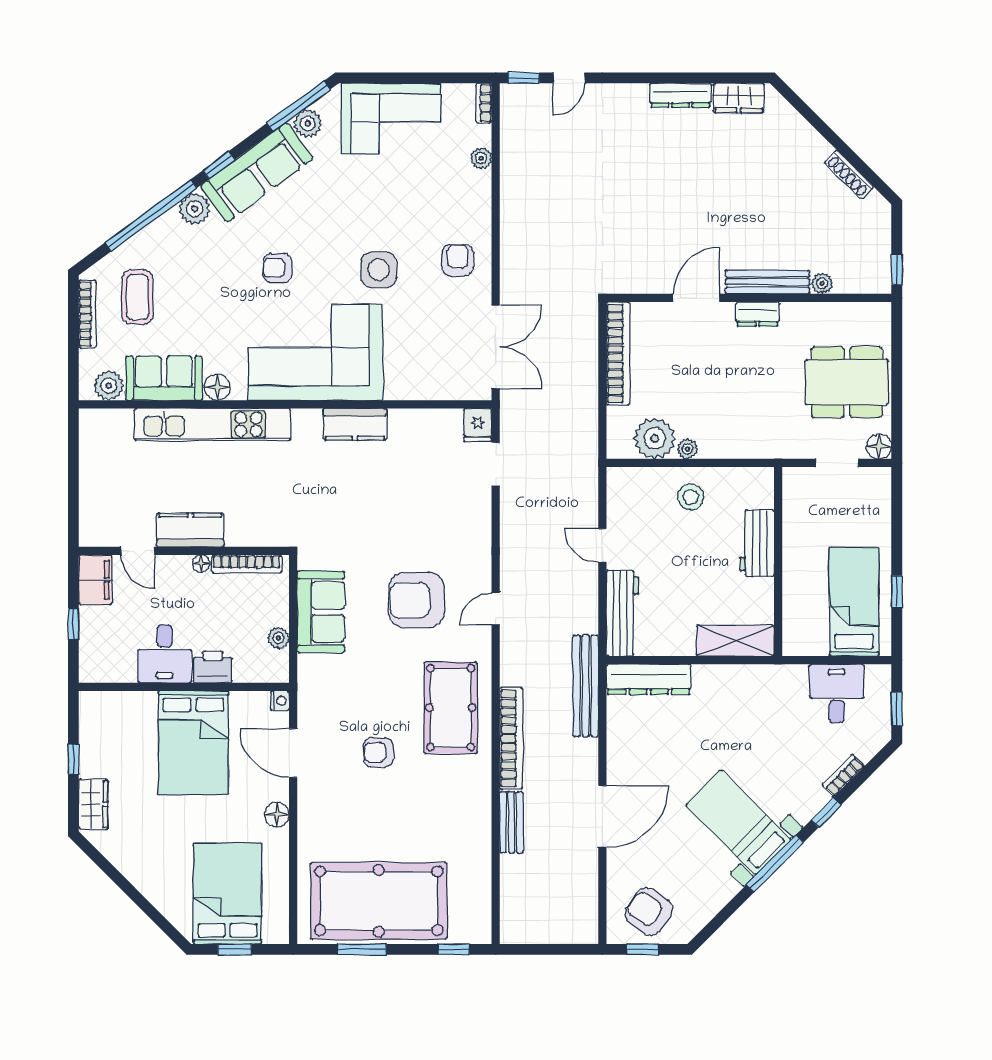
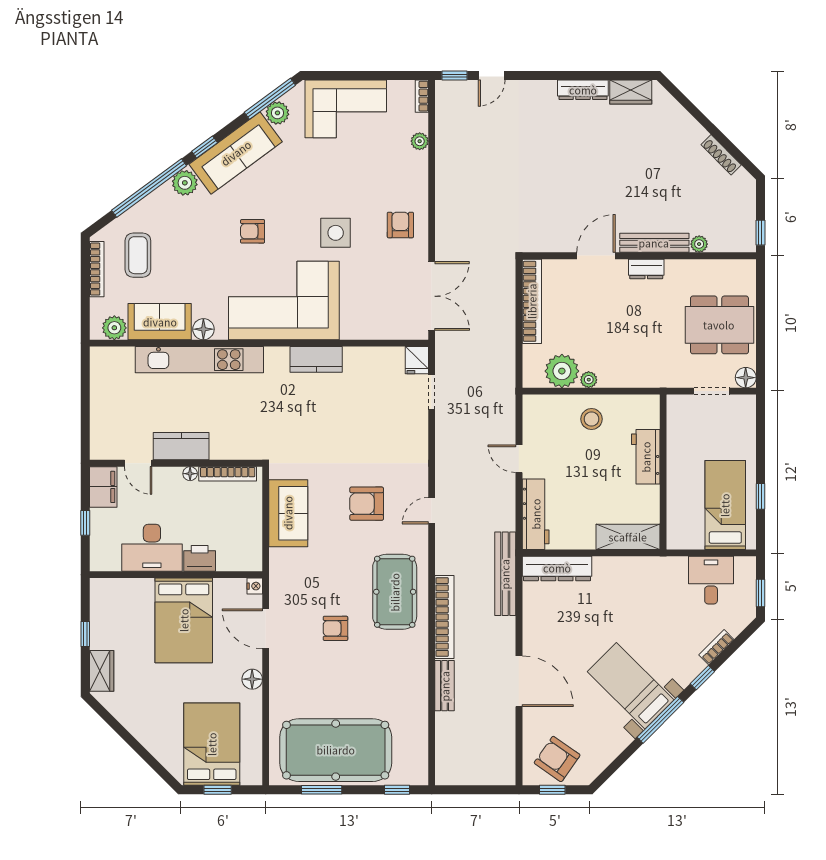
armchair: (417, 600) -> (367, 504), width x0.73, depth x0.73
plant: (278, 638) -> (253, 535), removed
desk: (165, 654) -> (152, 548), width x1.37
door: (602, 817) -> (519, 681), hinge flipped

